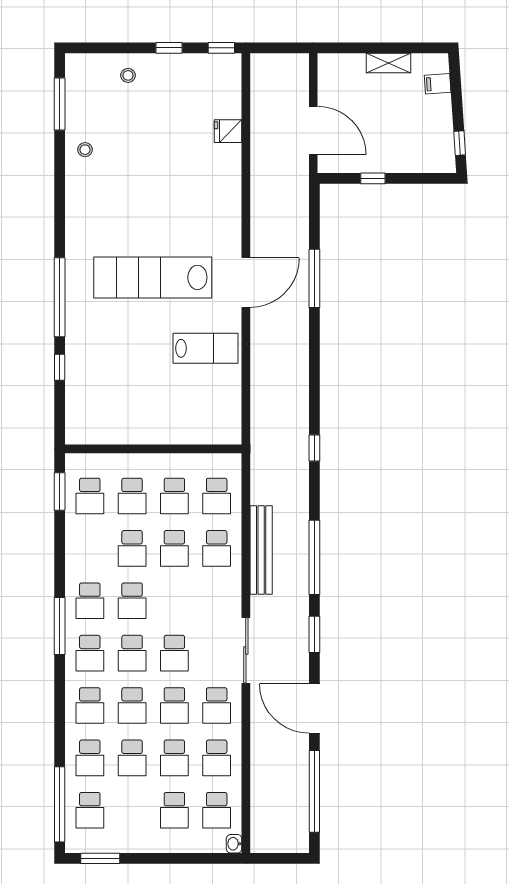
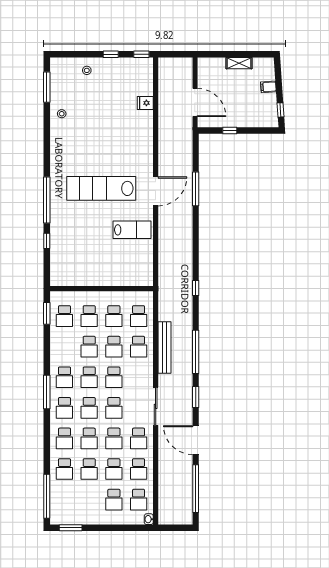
filing cabinet: (438, 84) -> (268, 87), moved
school desk: (90, 810) -> (114, 377), moved

